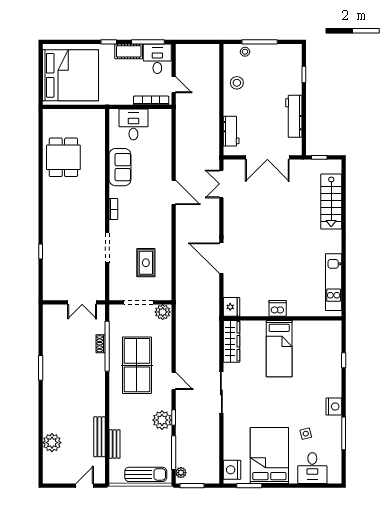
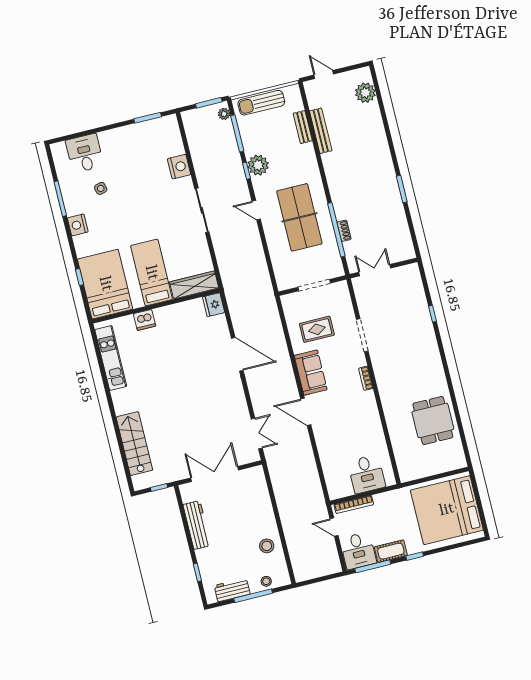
workbench: (231, 131) -> (232, 590), moved, turned 90
sofa: (120, 167) -> (311, 373), moved, turned 180
rug: (146, 263) -> (317, 329), turned 90
dishwasher: (278, 308) -> (145, 320), moved
plant: (163, 312) -> (286, 281), removed
wardrobe: (231, 341) -> (194, 285), moved, turned 90
plant: (52, 443) -> (365, 93), moved
bed: (269, 456) -> (105, 284), moved, turned 180
nightstand: (232, 470) -> (179, 167), moved
door: (85, 486) -> (324, 75), swing flipped

